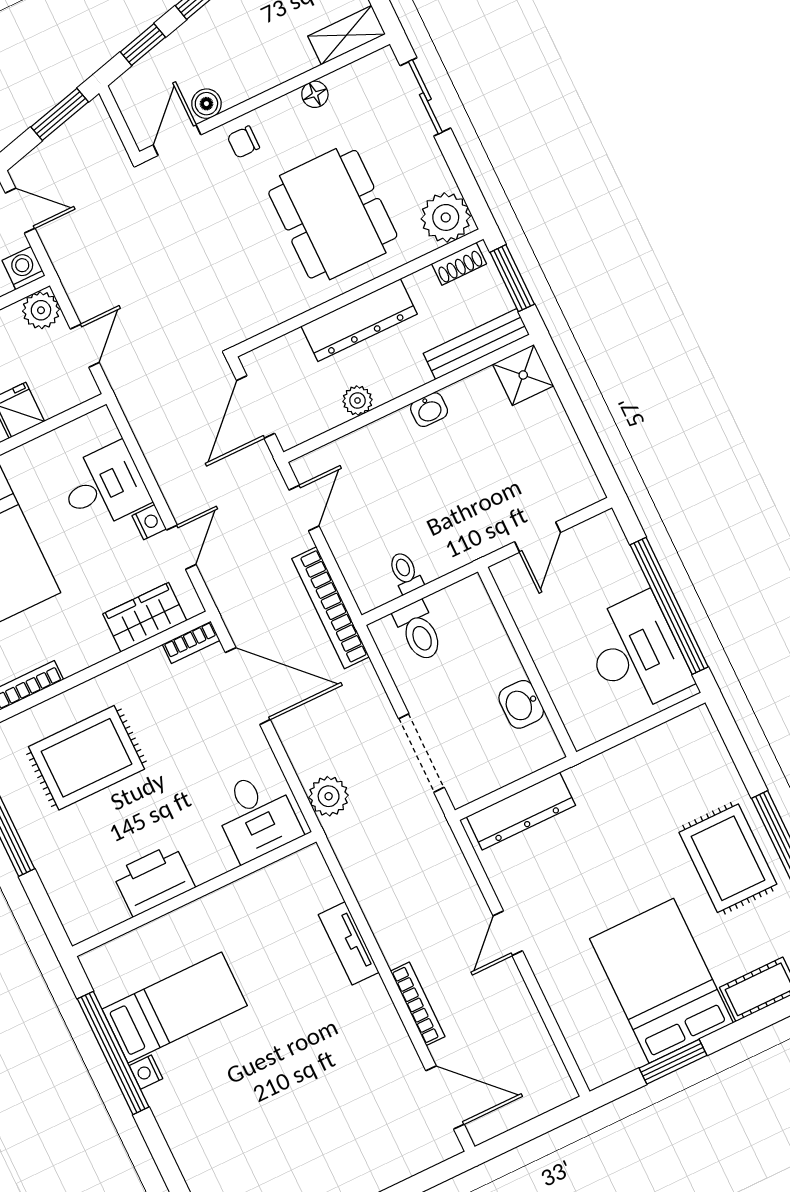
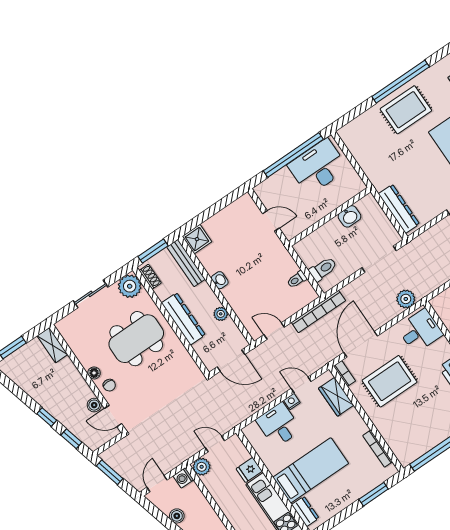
floor lamp: (315, 94) -> (94, 373), moved
sliding door: (425, 97) -> (90, 294), moved
rug: (86, 758) -> (390, 381), moved, turned 90

